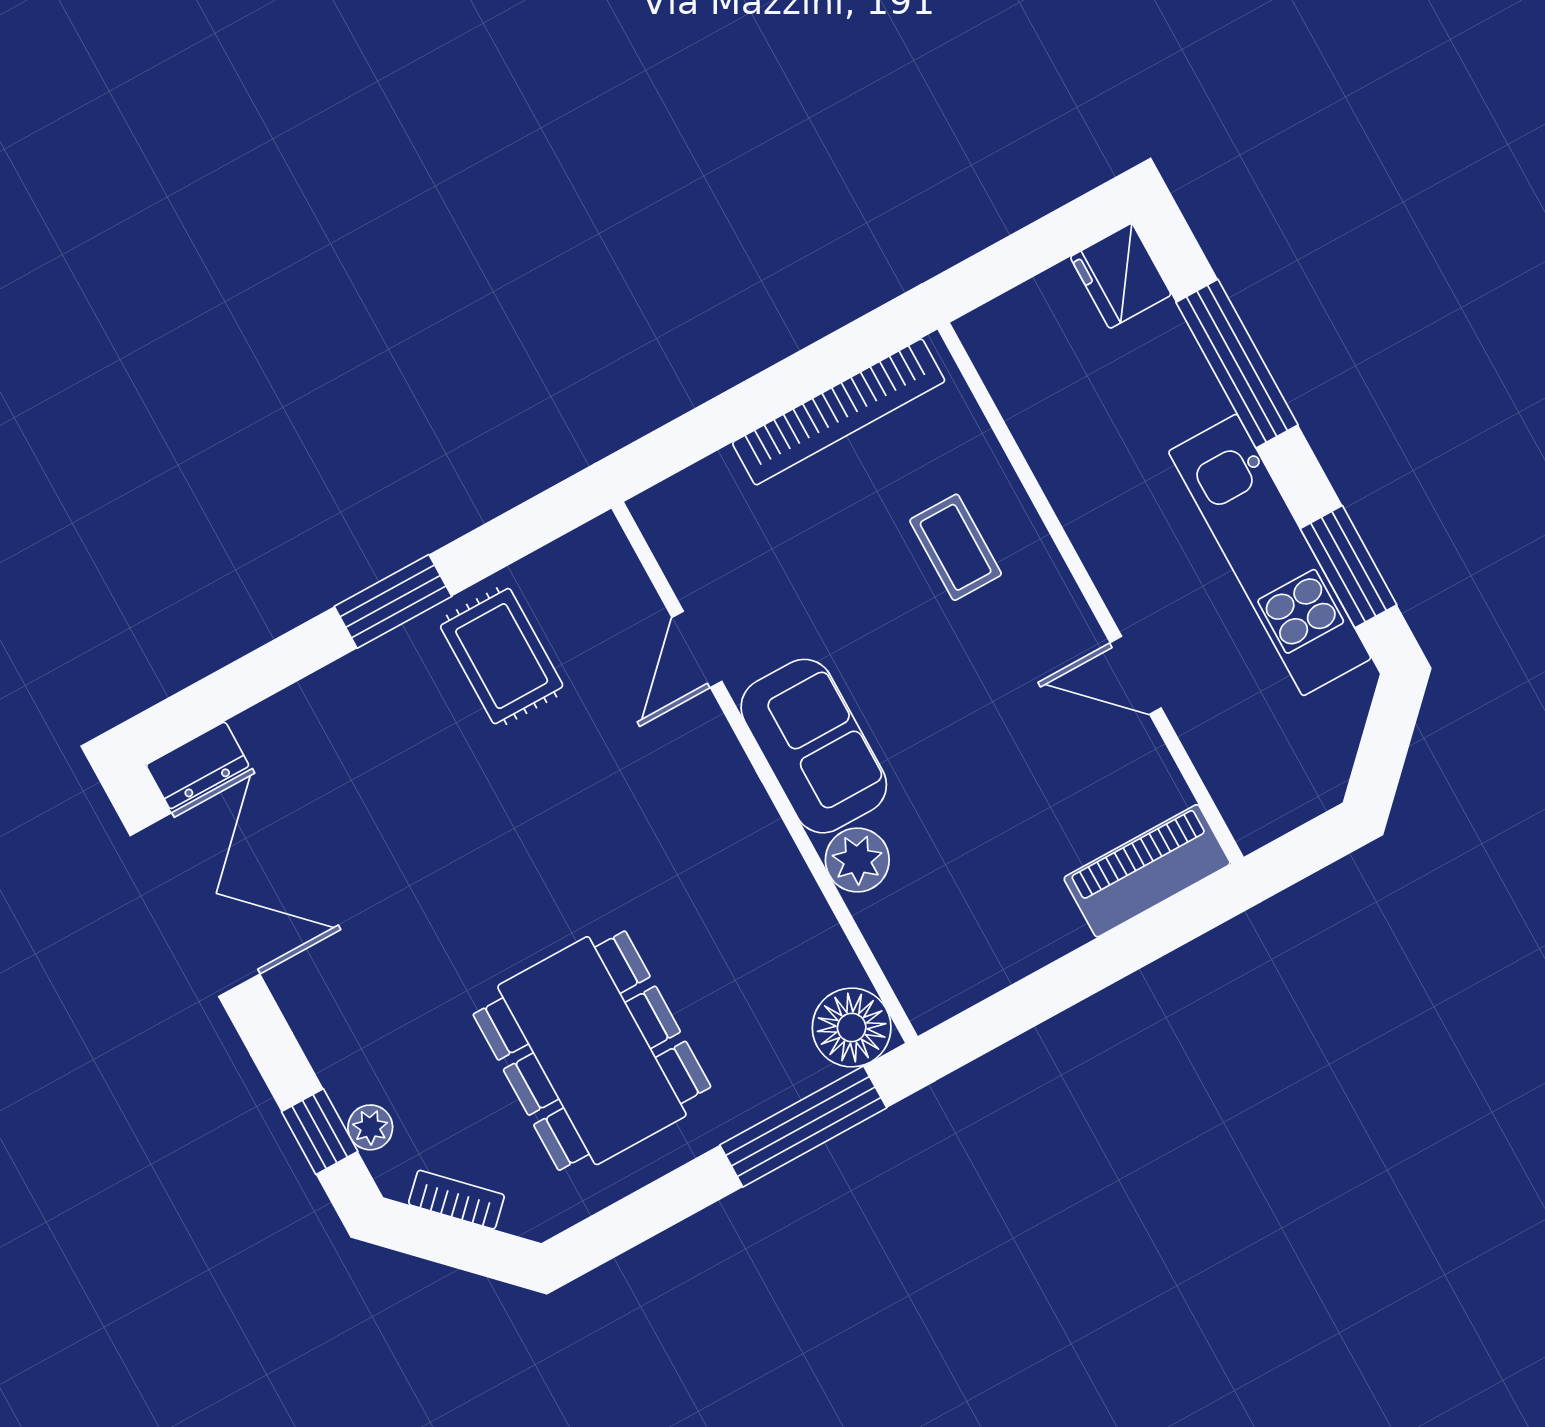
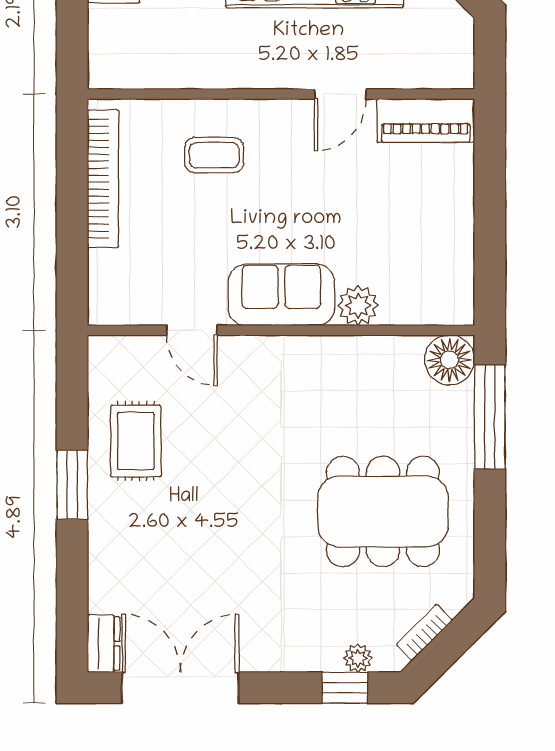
rug: (502, 656) -> (136, 441), turned 90
piano: (1147, 871) -> (426, 120), moved, turned -90

